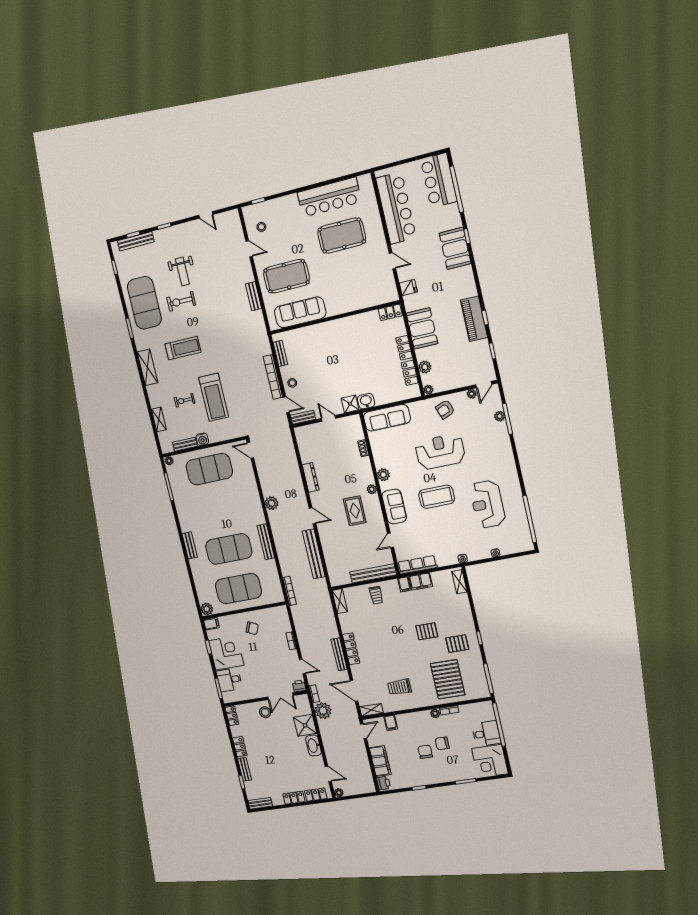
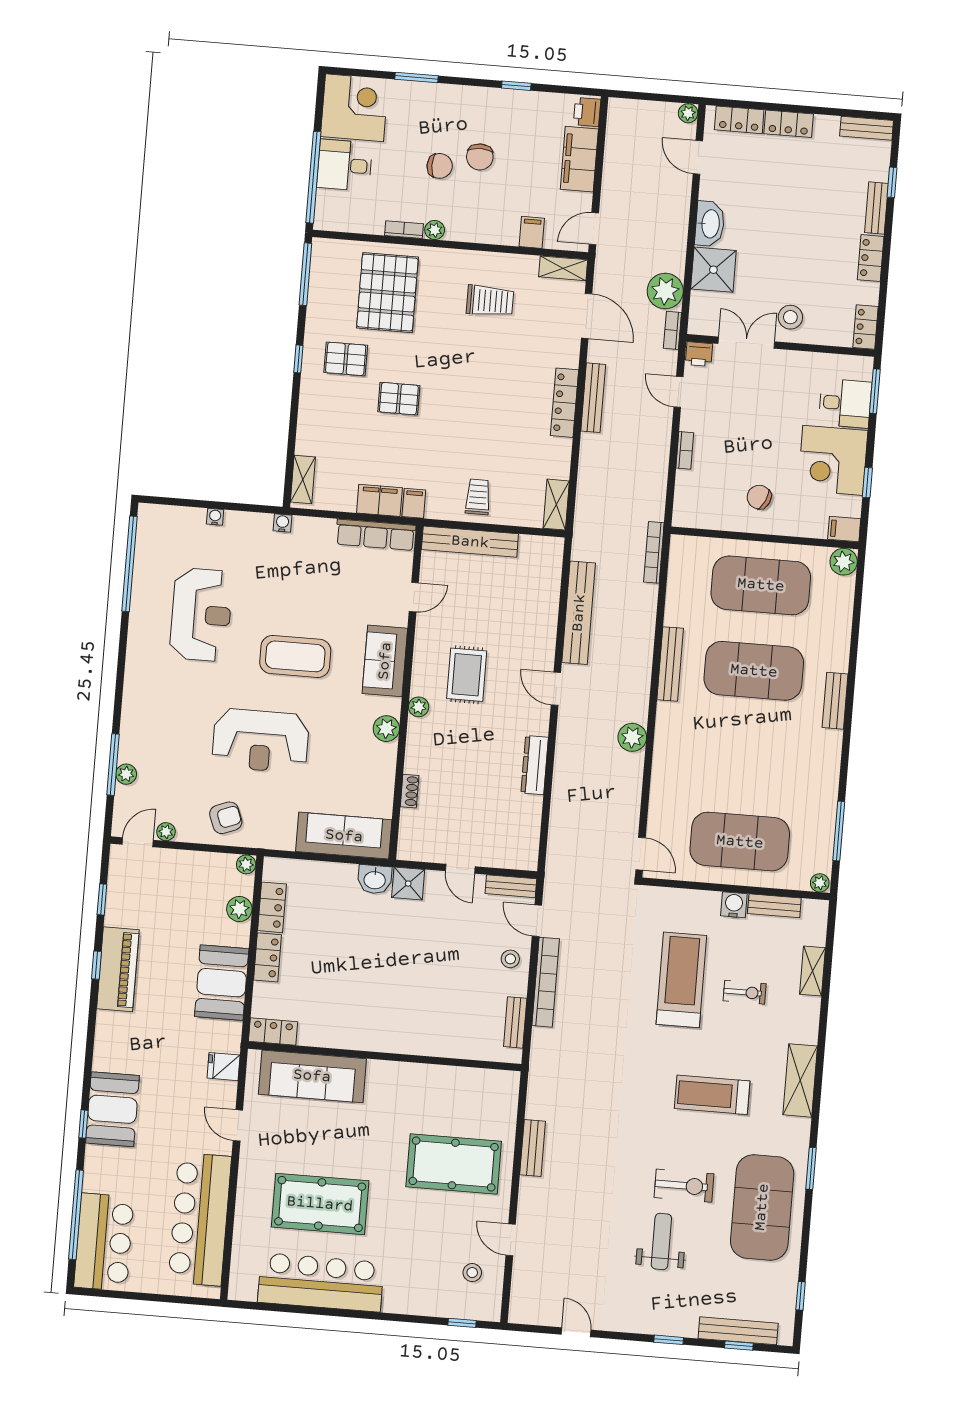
sofa: (300, 312) -> (312, 1076), moved

